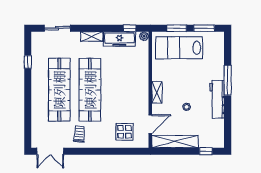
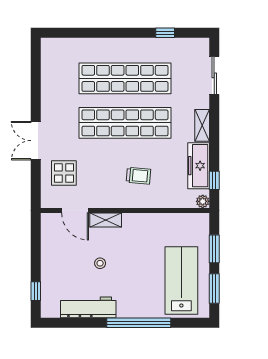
lab bench: (179, 48) -> (181, 280), moved
window: (228, 80) -> (139, 323), width x1.46
shelving: (157, 92) -> (106, 220), moved
workbench: (217, 99) -> (88, 307), moved
trolley: (79, 134) -> (138, 176), moved
shelving: (175, 142) -> (50, 246), removed
double door: (50, 151) -> (36, 141), moved

